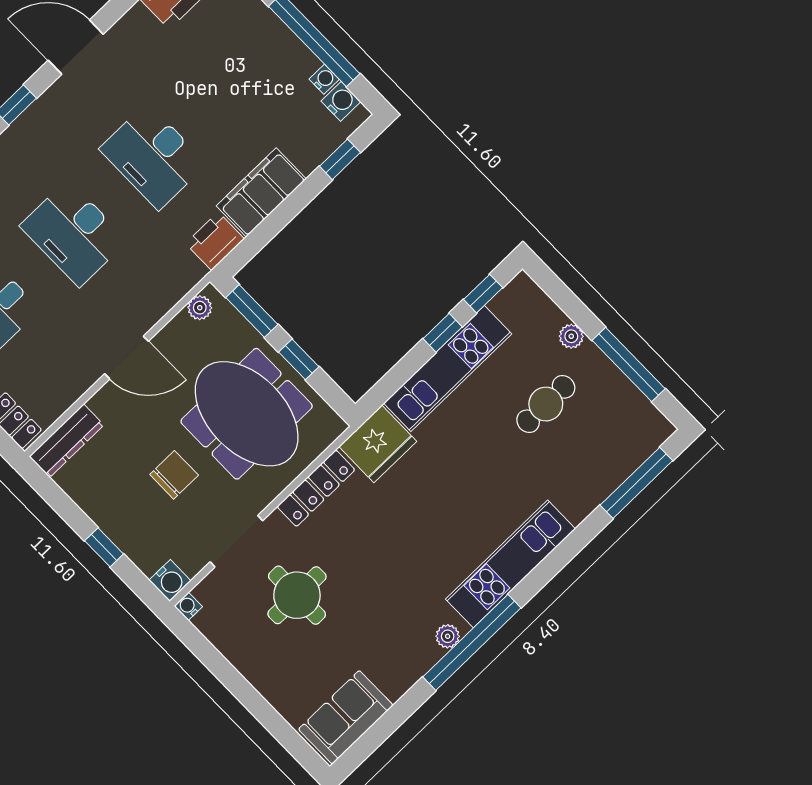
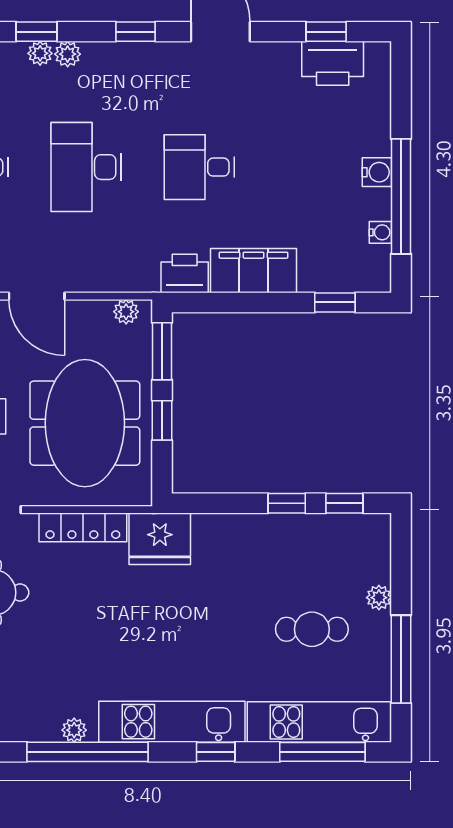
water cooler: (341, 101) -> (377, 172), moved
desk: (153, 156) -> (199, 167), width x0.73
kitchen unit: (448, 369) -> (319, 722), moved, turned 180
window: (562, 555) -> (216, 752), added

